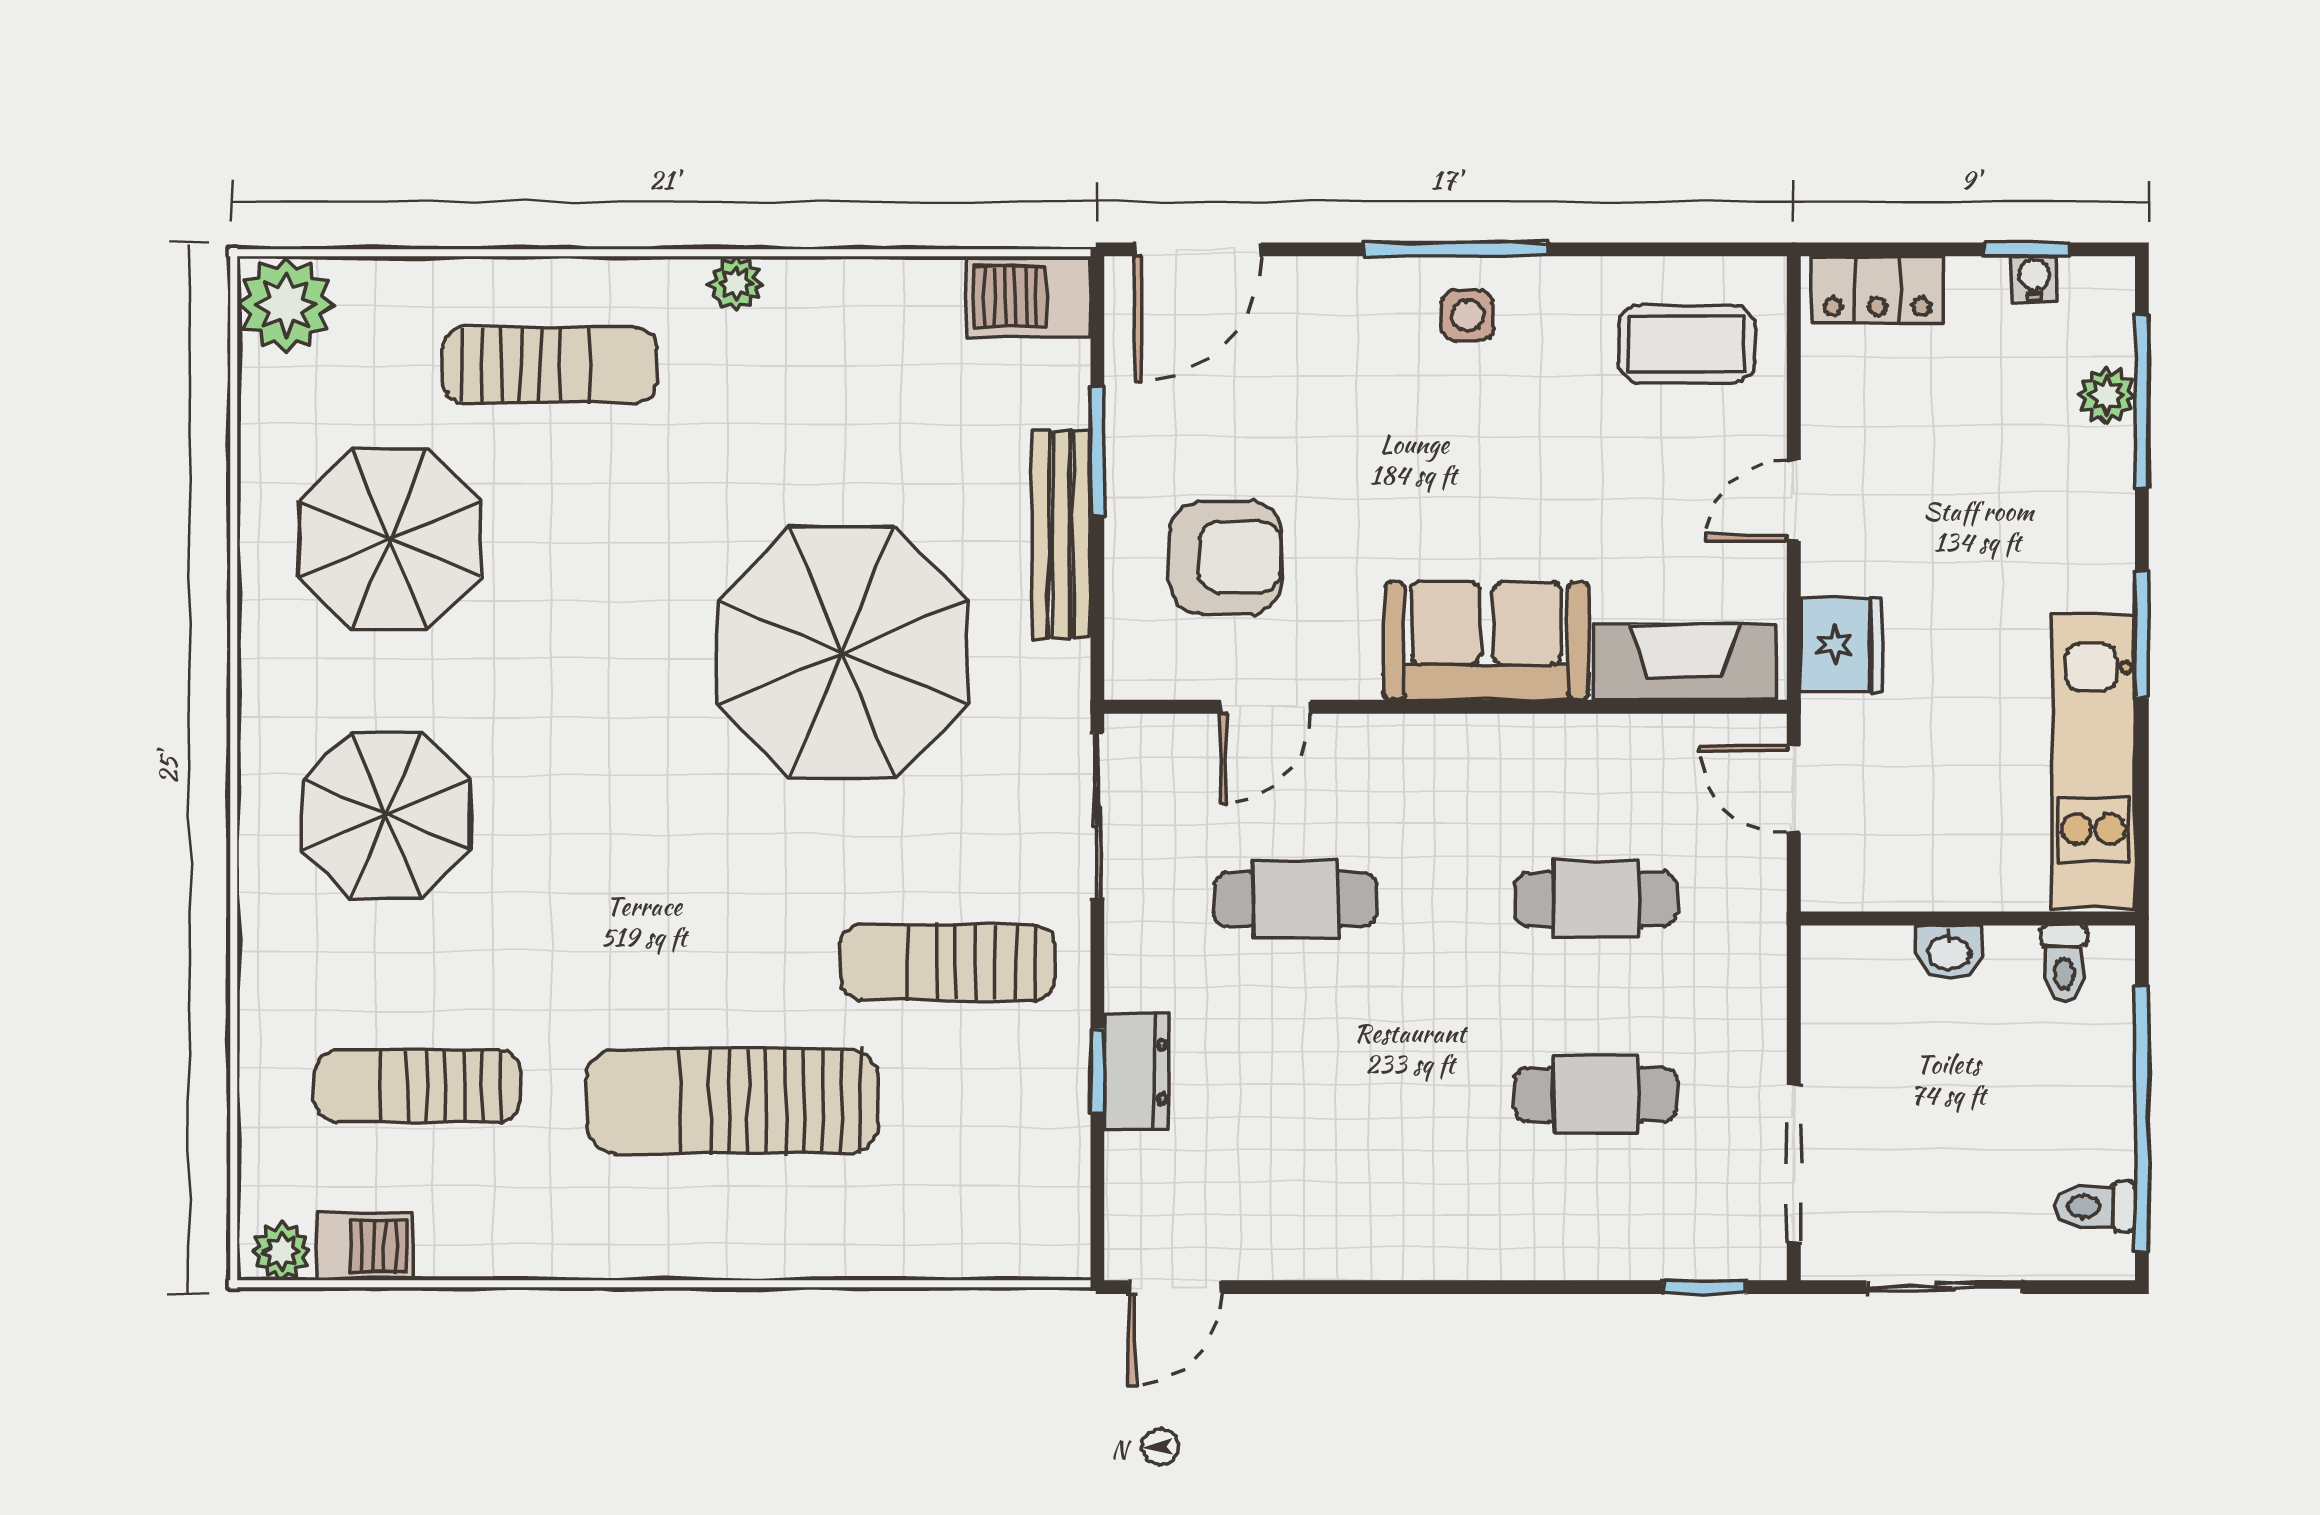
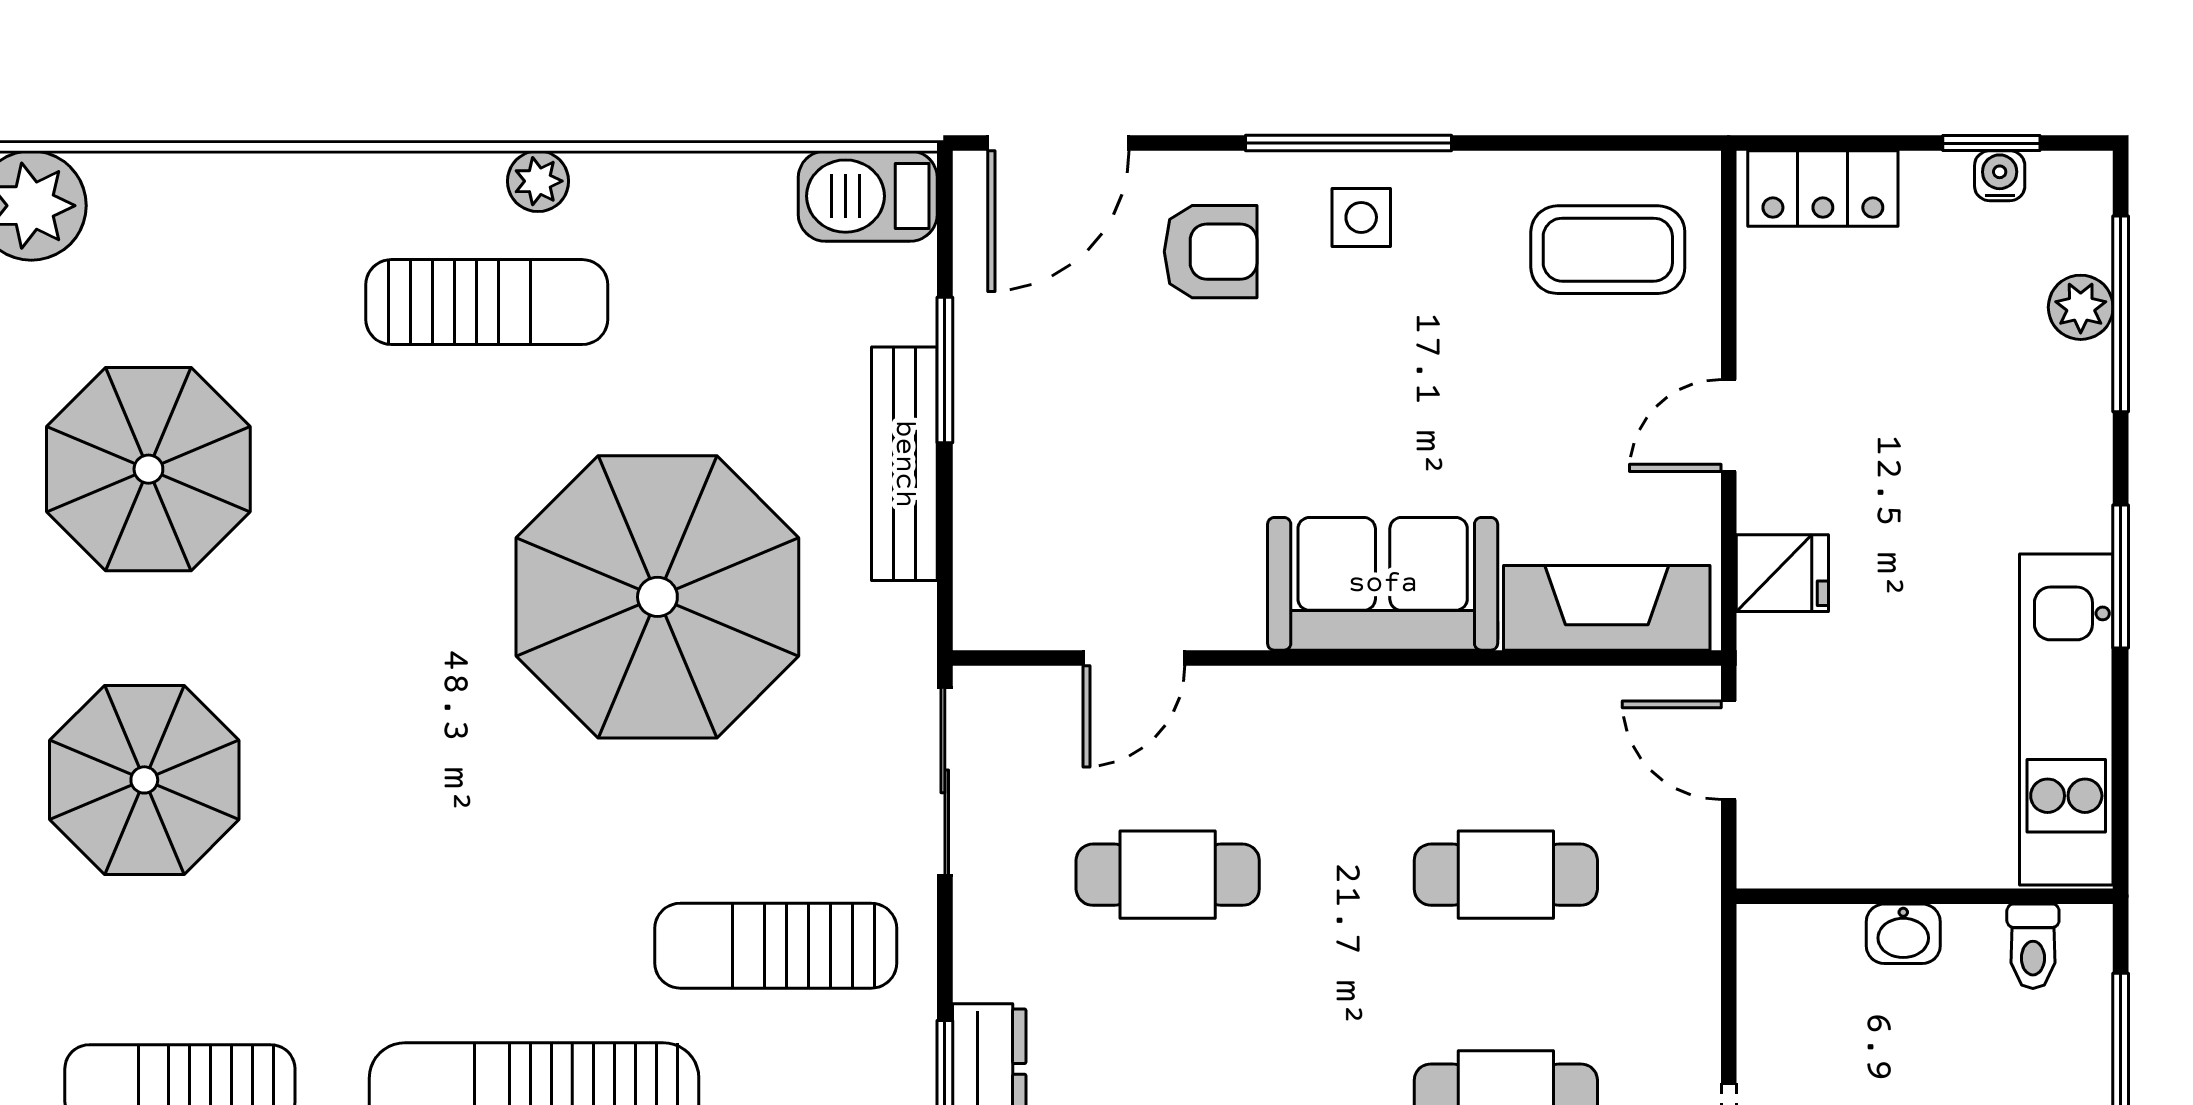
sun lounger: (550, 365) -> (487, 302), moved
armchair: (1226, 557) -> (1211, 252), moved, width x0.72, depth x0.72
fridge: (1841, 645) -> (1782, 573), width x0.72

